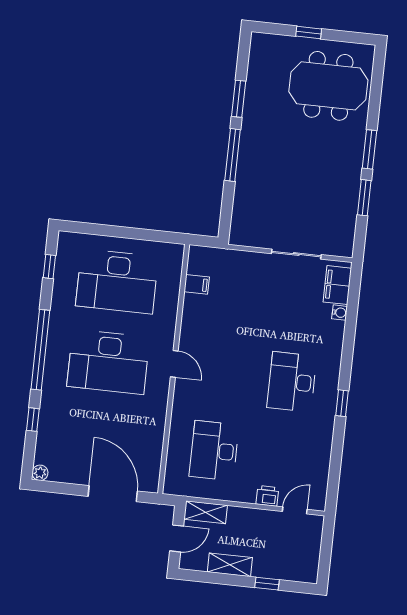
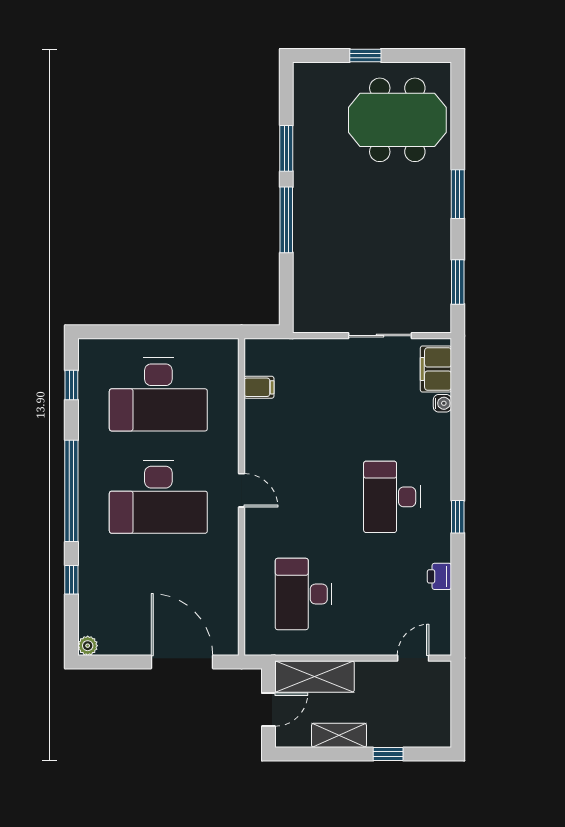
window: (364, 198) -> (458, 282), moved
printer: (267, 496) -> (439, 576), moved, turned -90
shelving: (206, 512) -> (314, 677), width x1.50, depth x1.33

